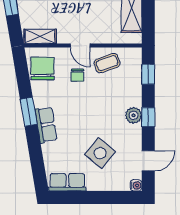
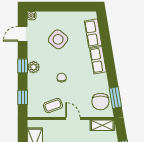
chair: (77, 75) -> (62, 78), moved
window: (29, 112) -> (115, 98), moved
row of seats: (67, 182) -> (93, 33), moved, turned 80

